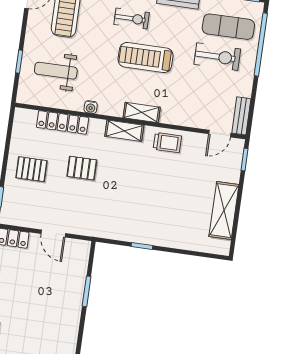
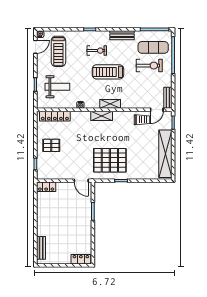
weight bench: (56, 71) -> (57, 87), turned 180
locker: (63, 122) -> (55, 116), moved
trolley: (167, 143) -> (142, 120), moved
pallet: (82, 168) -> (110, 160), moved, width x2.05, depth x2.00
shelving: (224, 211) -> (165, 154), width x1.47
door: (53, 233) -> (81, 181), moved

